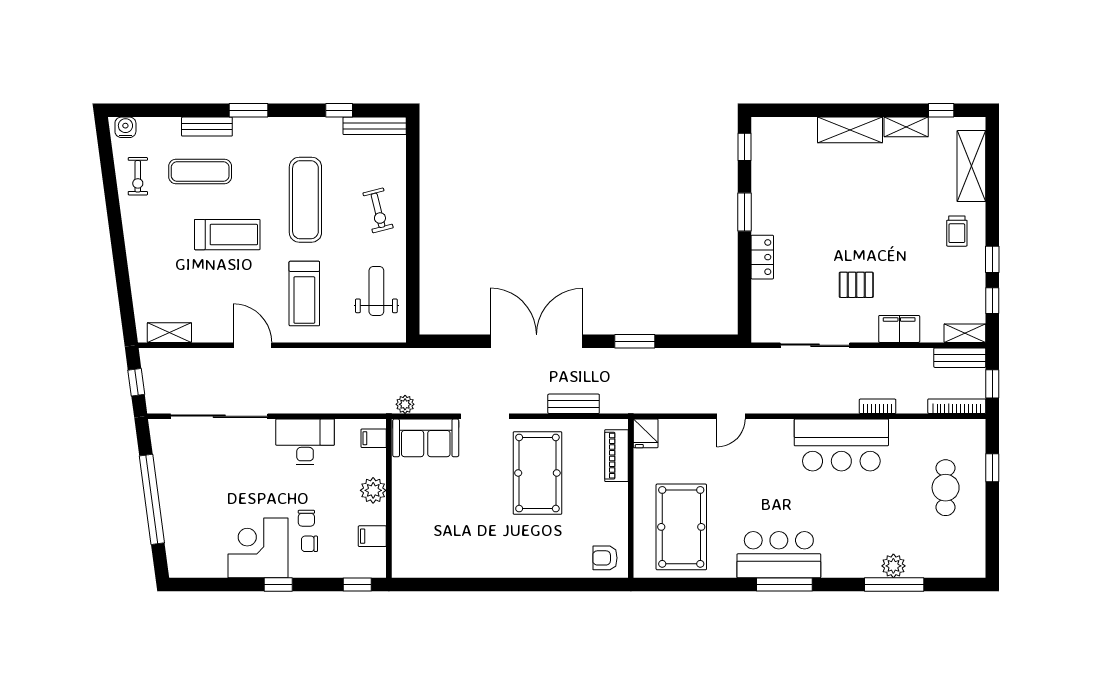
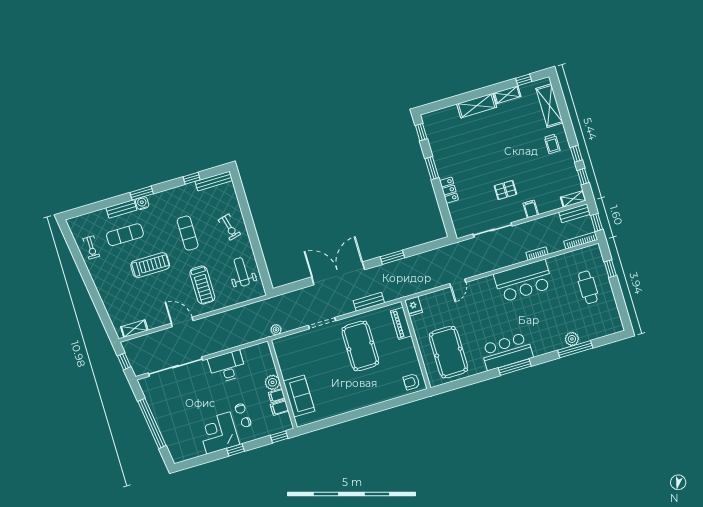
water cooler: (125, 127) -> (142, 203), moved
exercise mat: (305, 200) -> (188, 233), width x0.73, depth x0.69
filing cabinet: (899, 329) -> (531, 209), width x0.50
filing cabinet: (374, 438) -> (277, 396), moved
sofa: (426, 438) -> (299, 396), moved, turned -90

